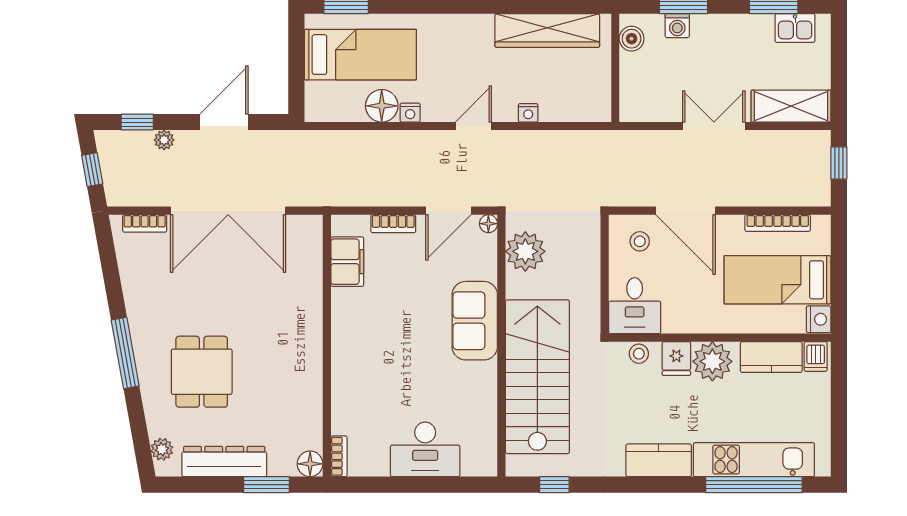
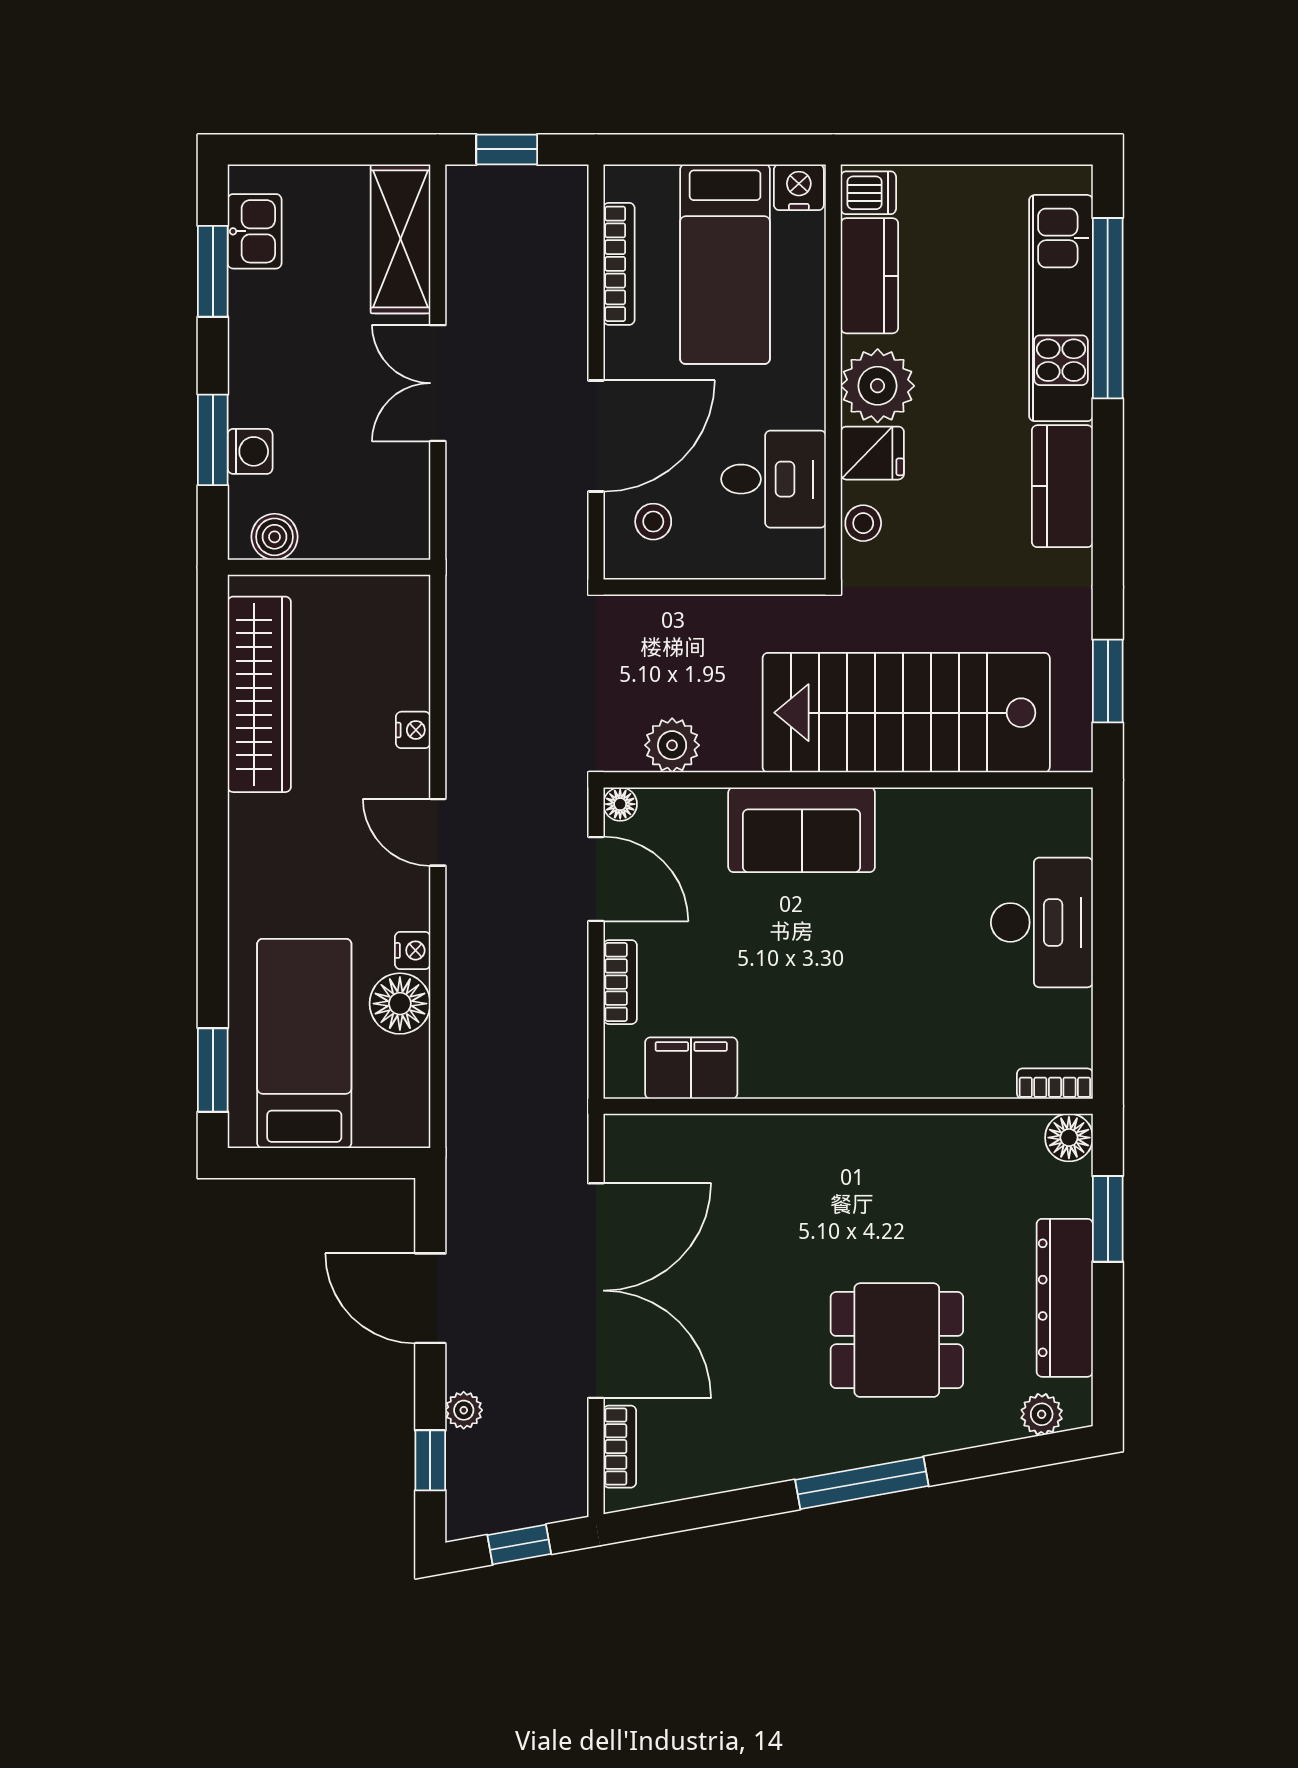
plant: (525, 251) -> (672, 745), width x0.73, depth x0.73
desk: (635, 306) -> (773, 479), moved
window: (554, 485) -> (1108, 681), width x1.50

